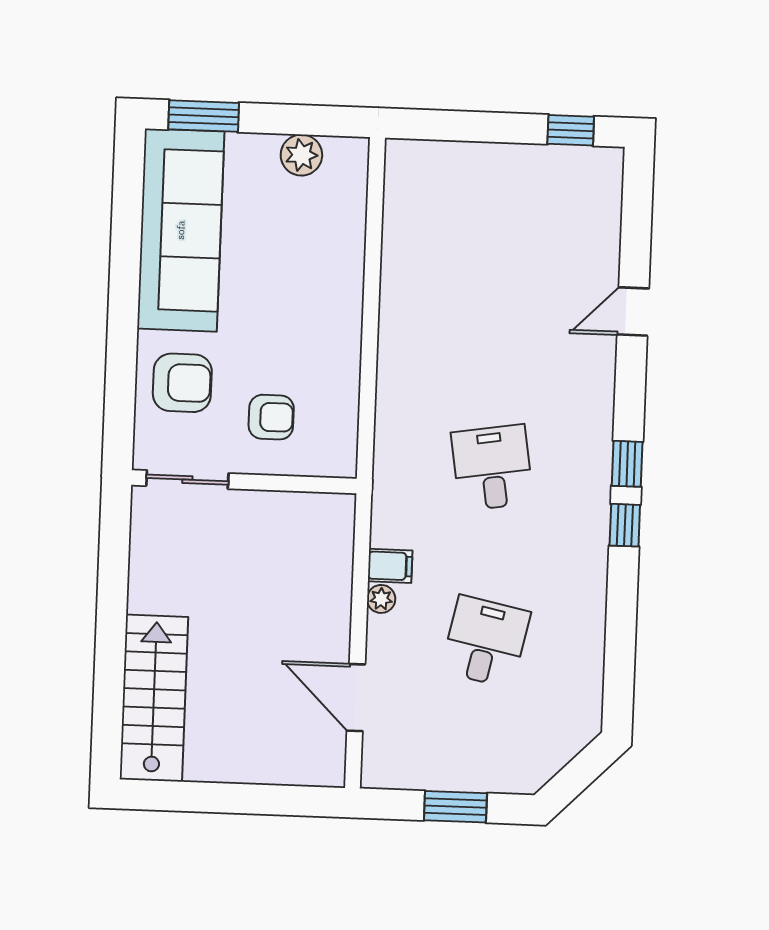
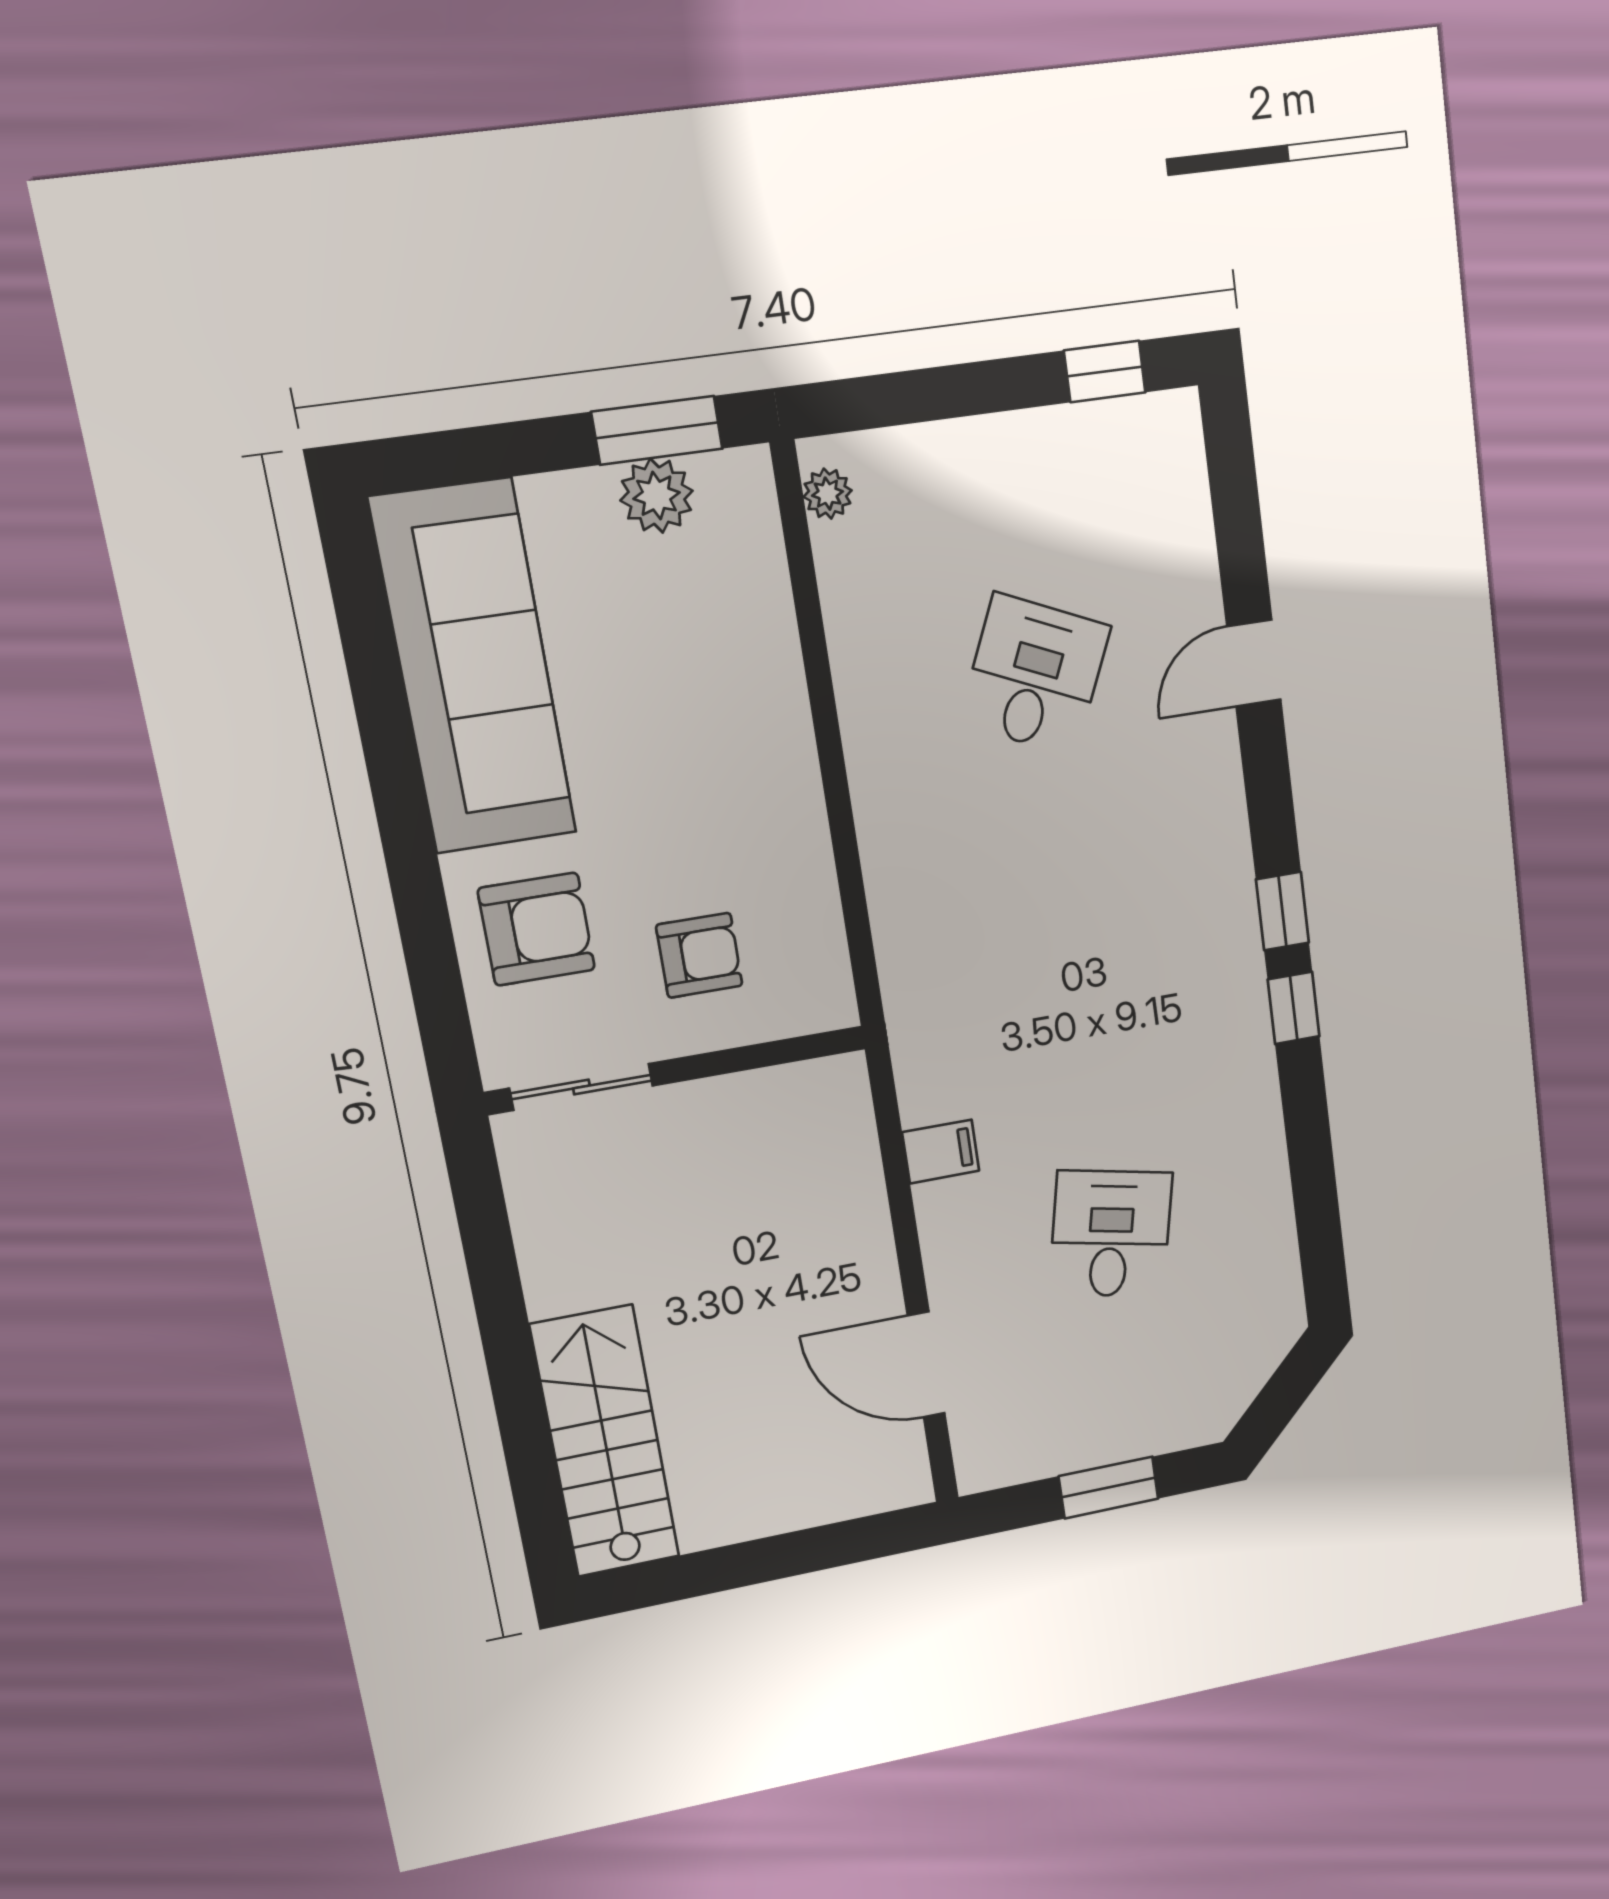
window: (204, 116) -> (657, 430), moved
desk: (492, 468) -> (1035, 675), moved, turned 33
plant: (381, 599) -> (828, 494), moved

